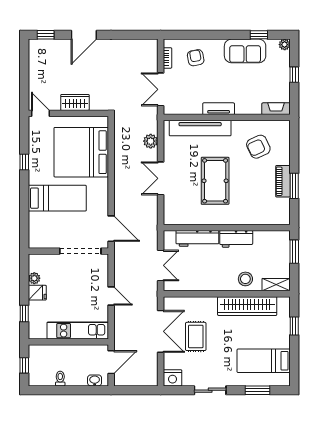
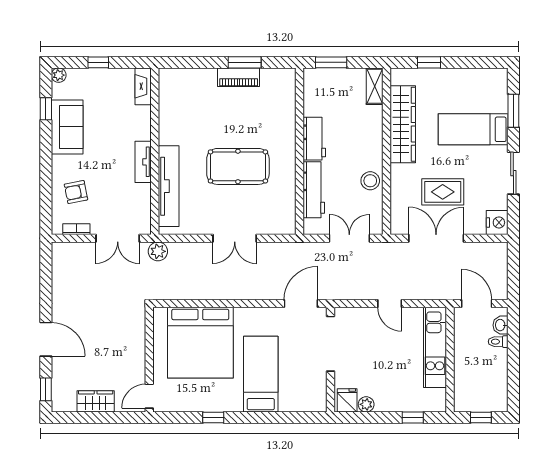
wardrobe: (75, 102) -> (96, 401), moved, turned 90
plant: (151, 141) -> (158, 251), moved
armchair: (258, 147) -> (193, 110), removed
stool: (245, 279) -> (370, 181), moved
fridge: (37, 293) -> (347, 400), moved
door: (111, 296) -> (390, 303), swing flipped
bed: (264, 361) -> (473, 129), moved, turned 90
toilet: (60, 379) -> (498, 342), moved

